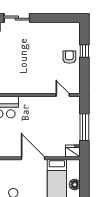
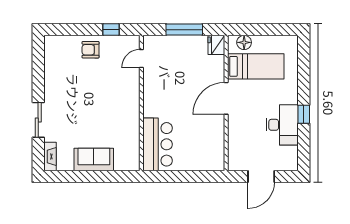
window: (84, 51) -> (111, 30), moved
floor lamp: (75, 185) -> (244, 42), moved

